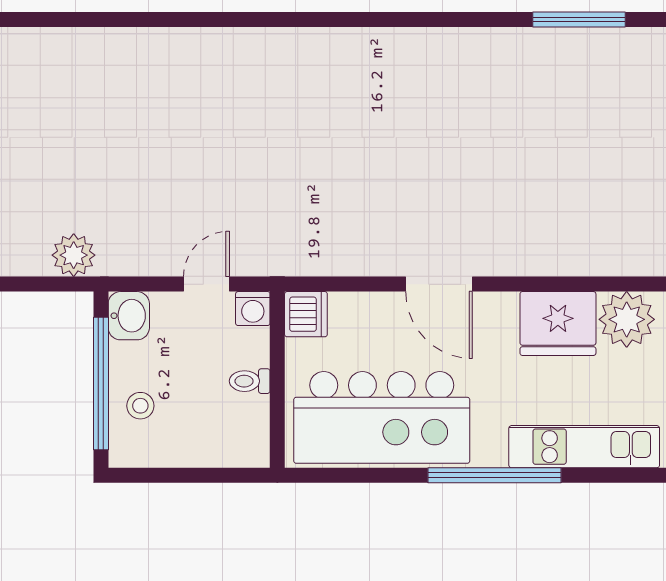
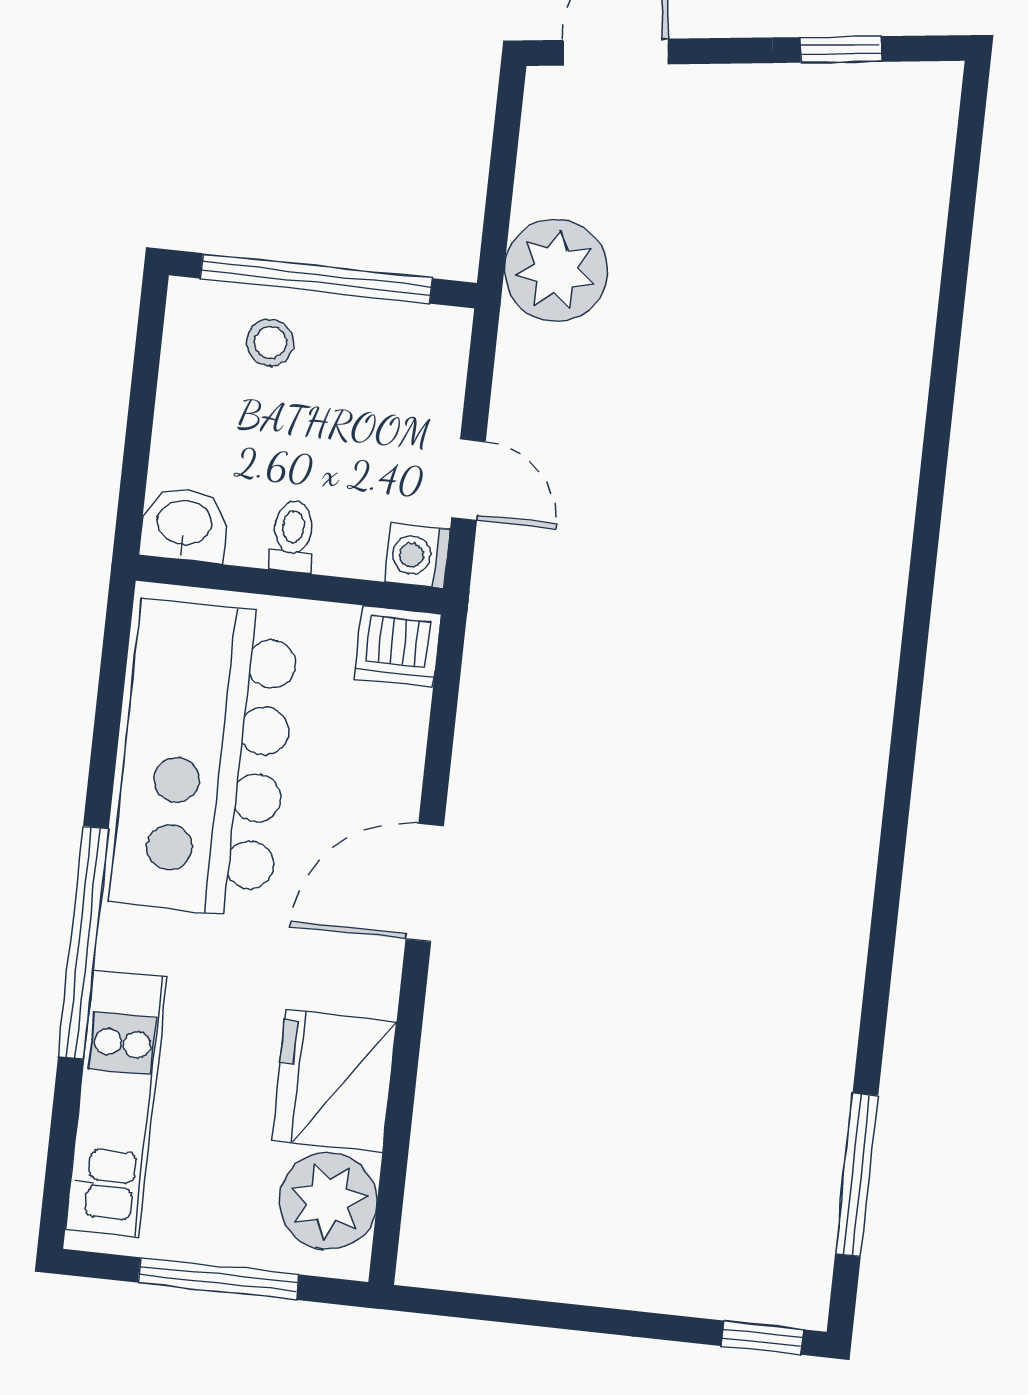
plant: (74, 255) -> (556, 270), width x1.36, depth x1.36
washbasin: (129, 316) -> (184, 524), moved, turned 180

